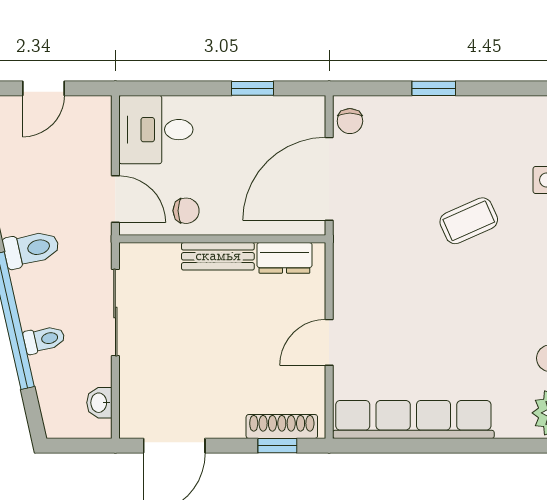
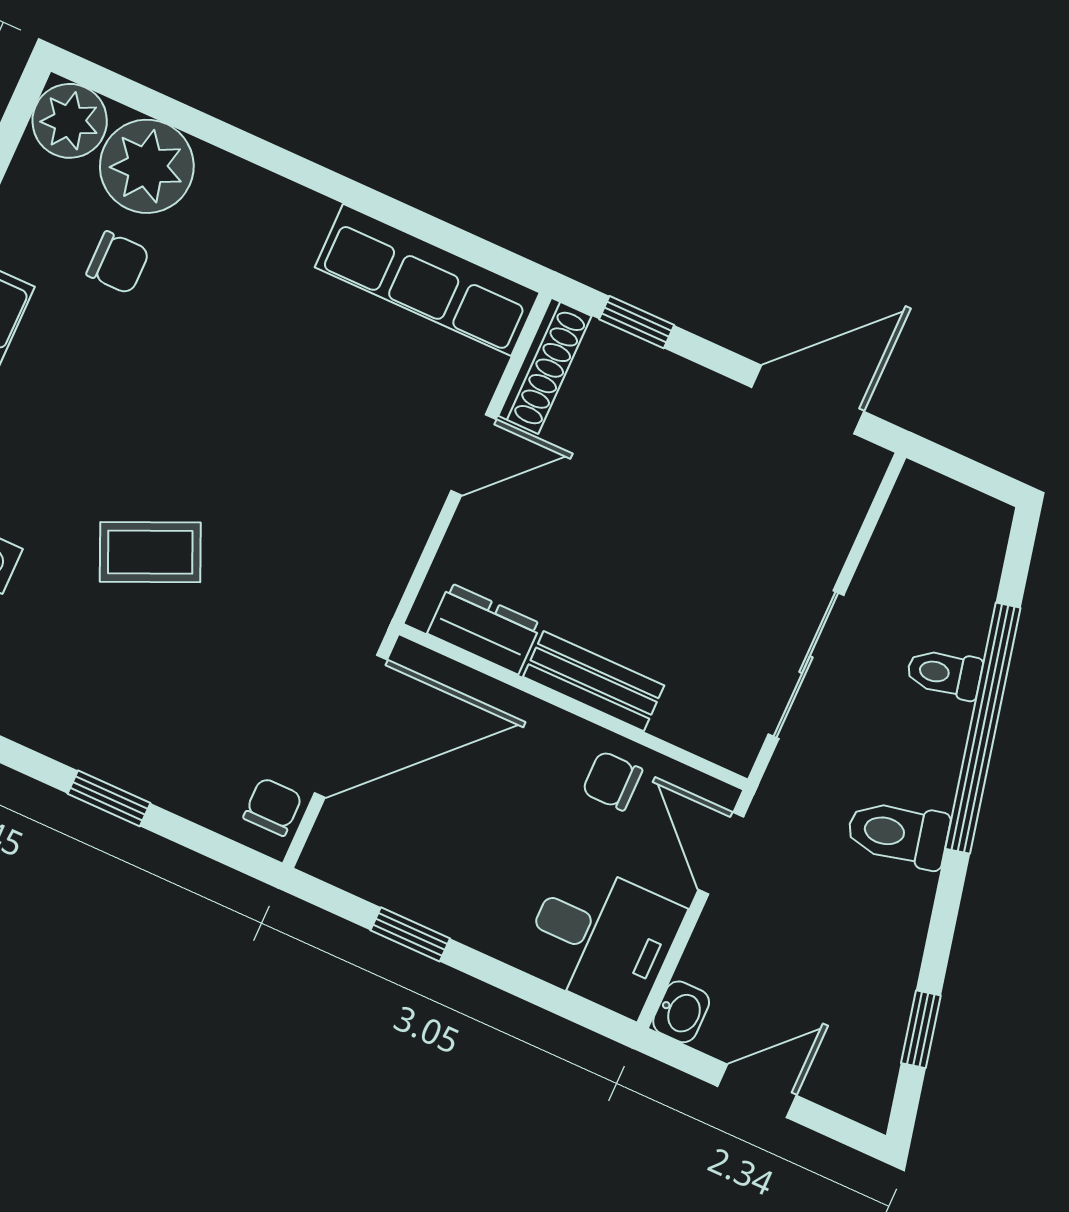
washbasin: (99, 403) -> (681, 1012), moved
row of seats: (413, 419) -> (427, 280), width x0.73
shoe rack: (282, 427) -> (545, 366), moved, turned -90

